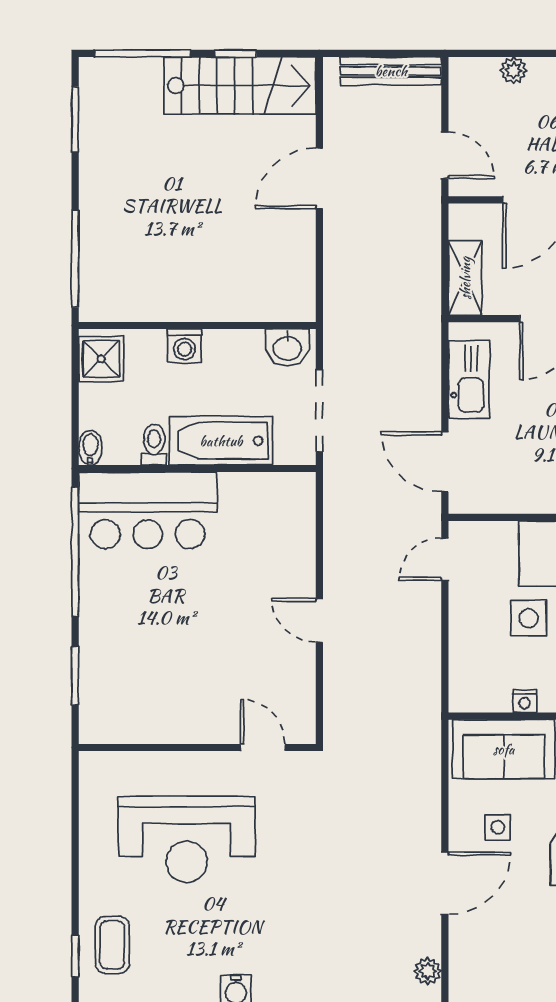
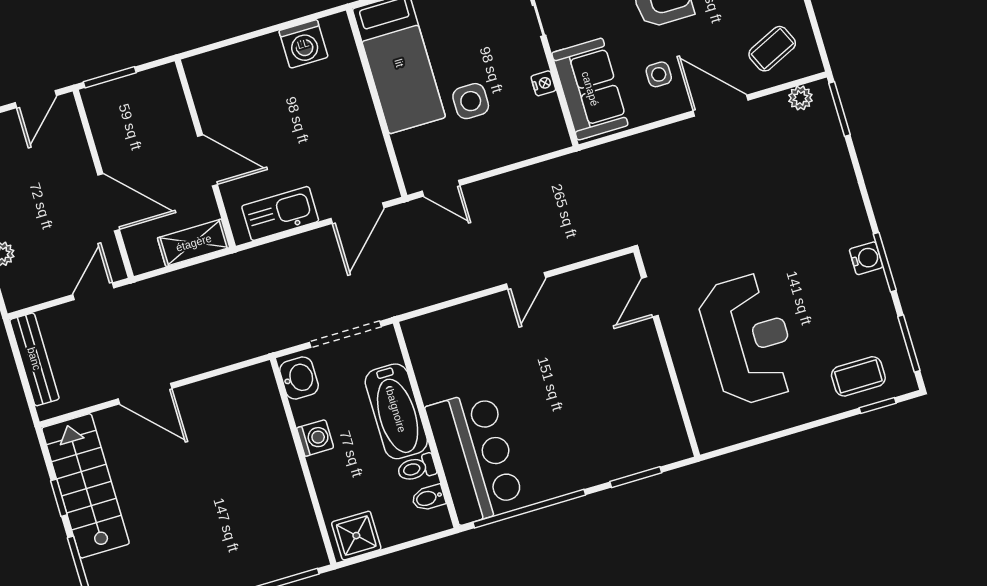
washing machine: (184, 346) -> (315, 438), moved
bidet: (90, 448) -> (428, 498), moved
coffee table: (489, 956) -> (772, 49), added

